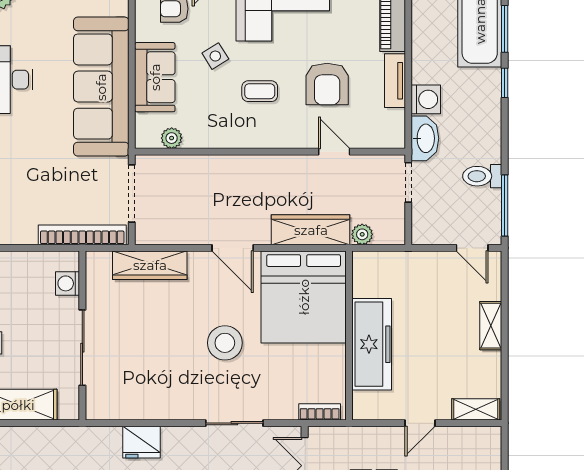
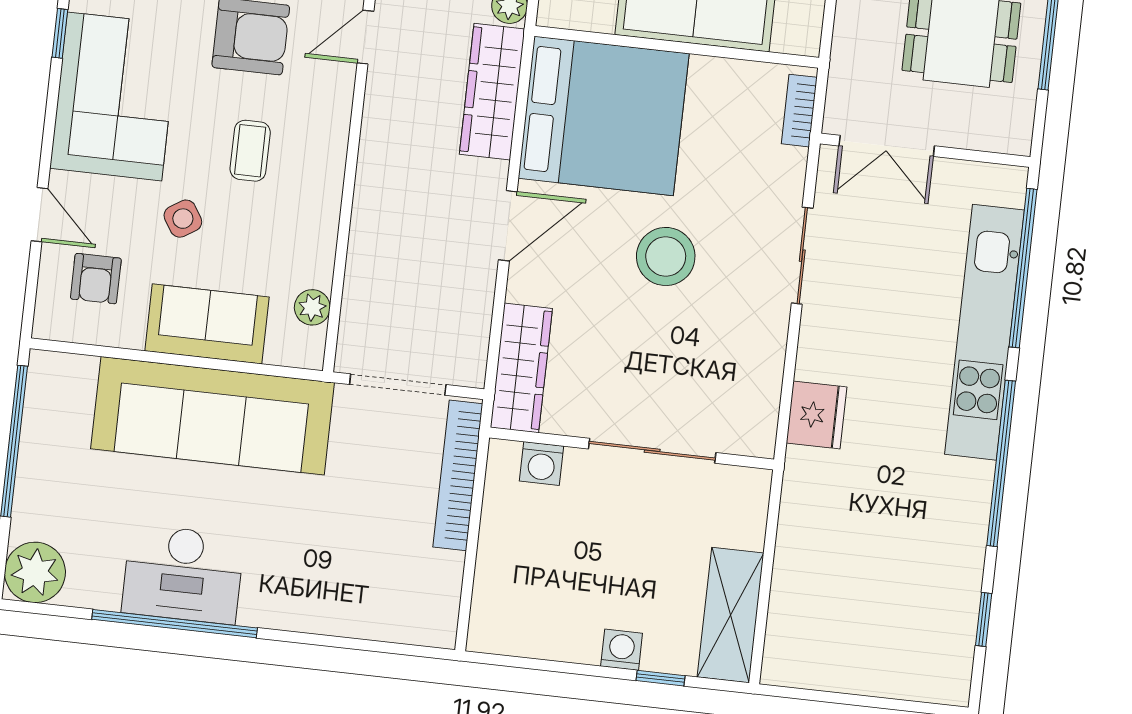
washing machine: (68, 283) -> (542, 464), moved
wall: (82, 336) -> (632, 449), moved
sliding door: (82, 348) -> (652, 451), moved

